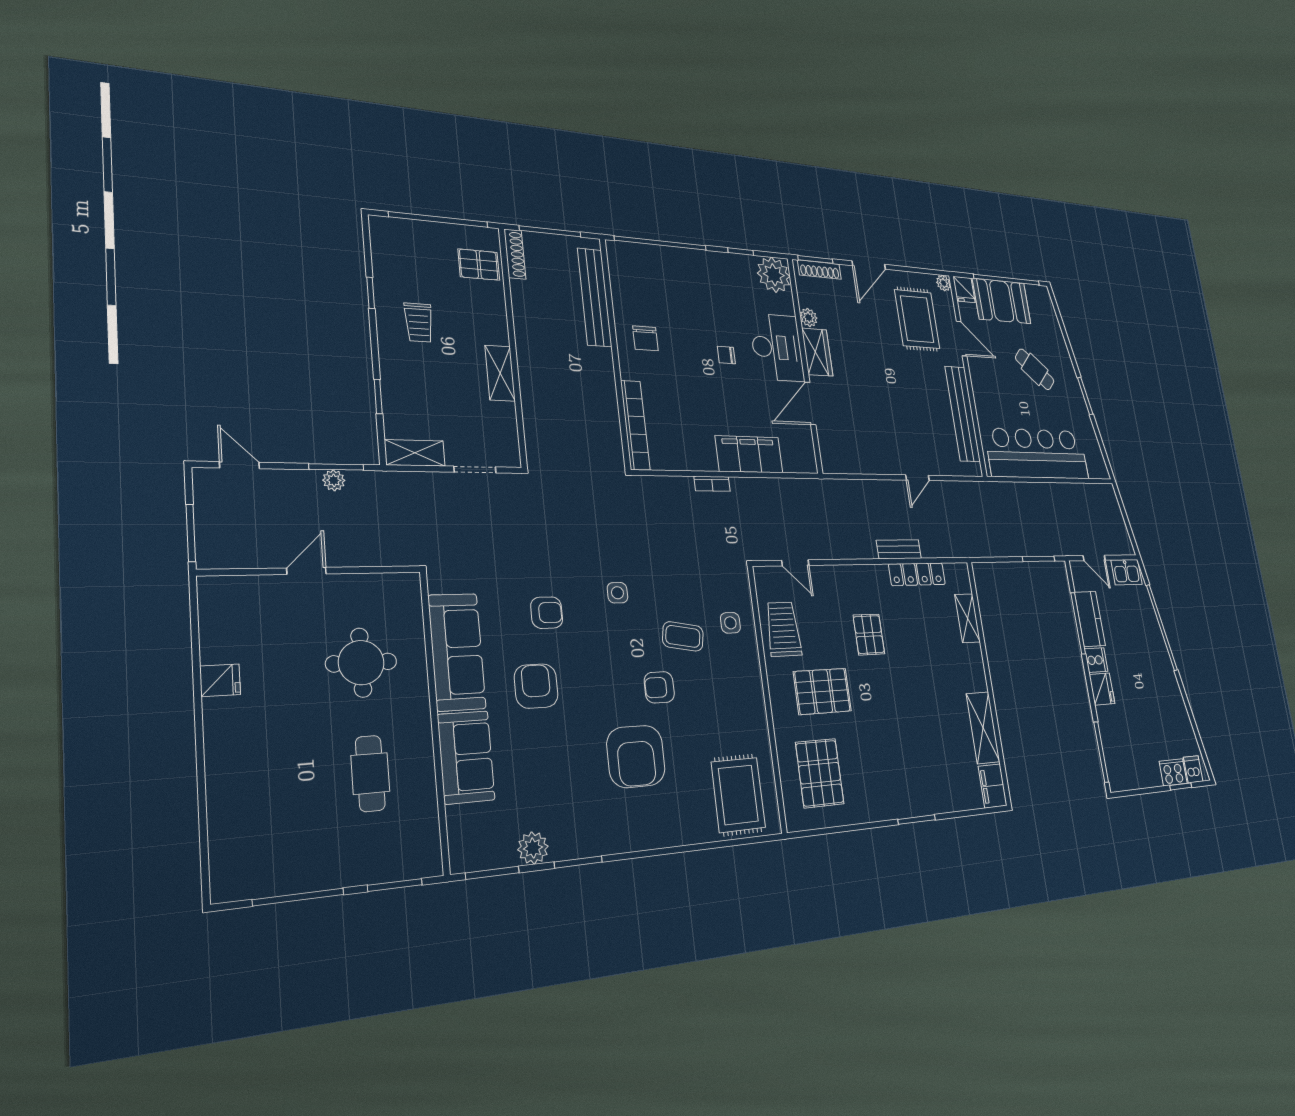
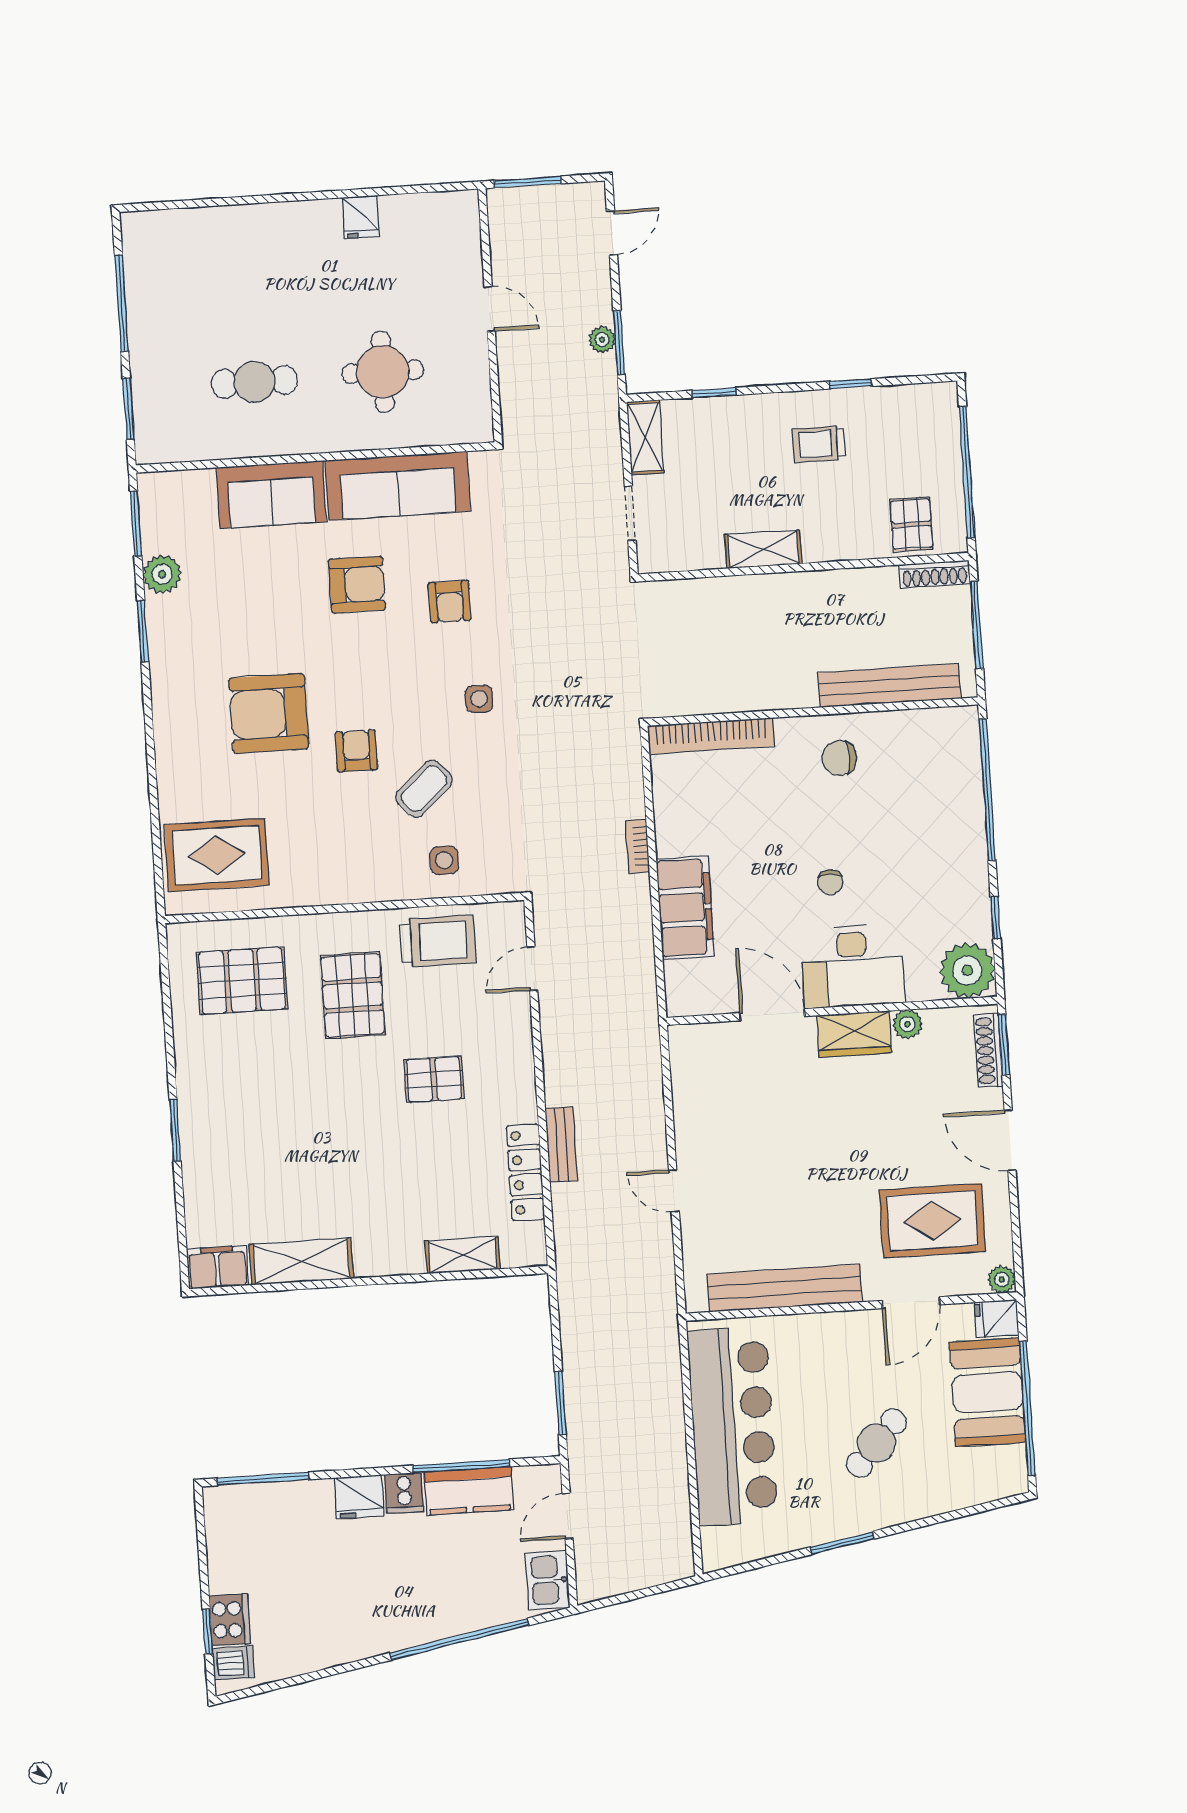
chair: (726, 355) -> (830, 882), turned 180
coffee table: (683, 636) -> (424, 789), turned 38

